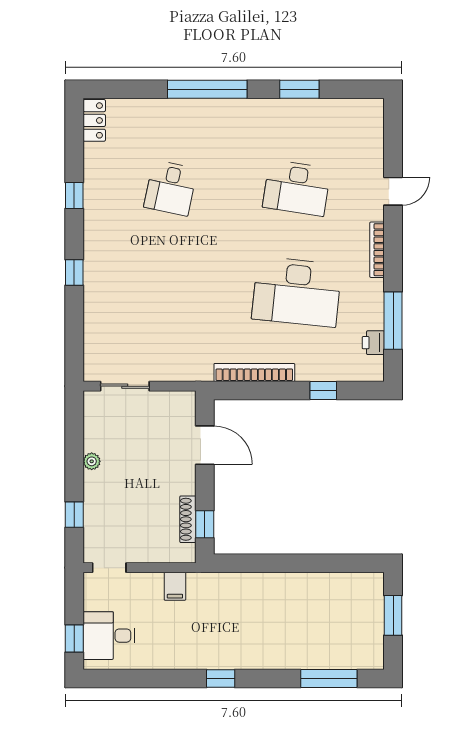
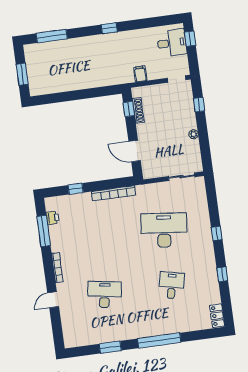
desk: (297, 292) -> (164, 230), moved

